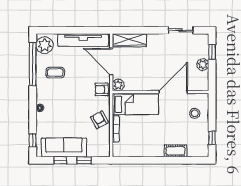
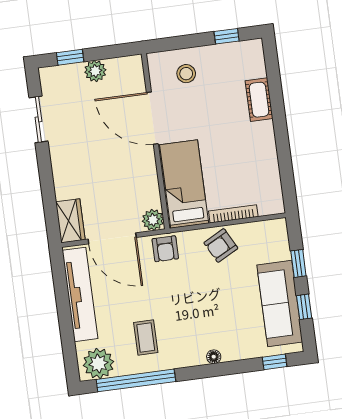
wardrobe: (129, 40) -> (70, 221), width x0.67
door: (111, 62) -> (112, 238), hinge flipped

